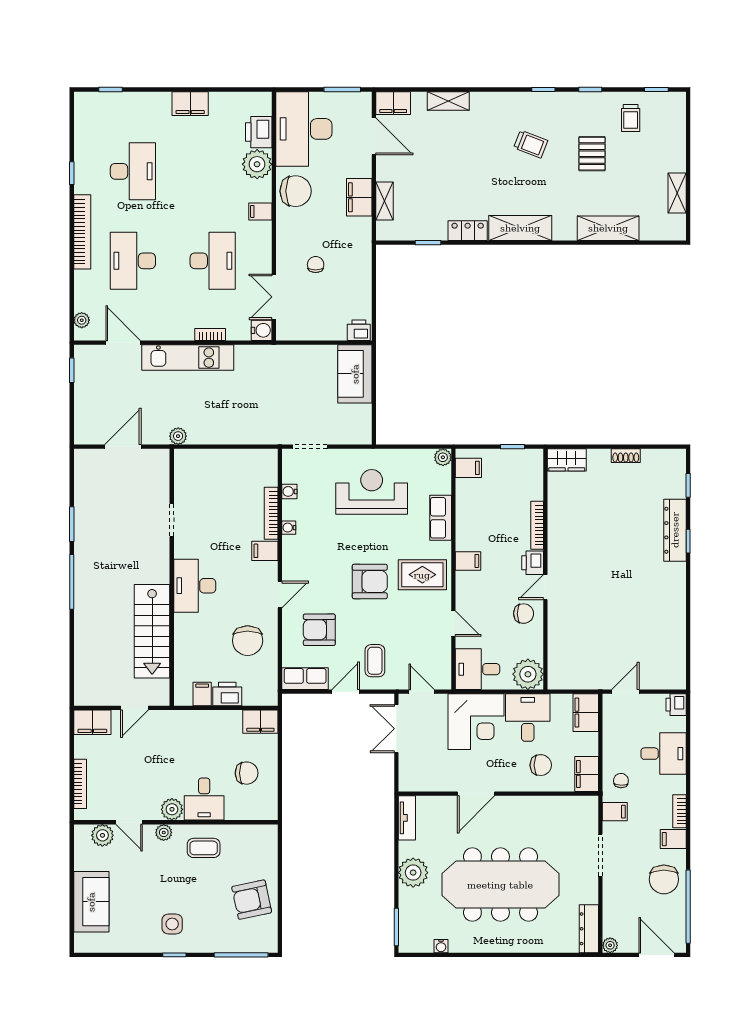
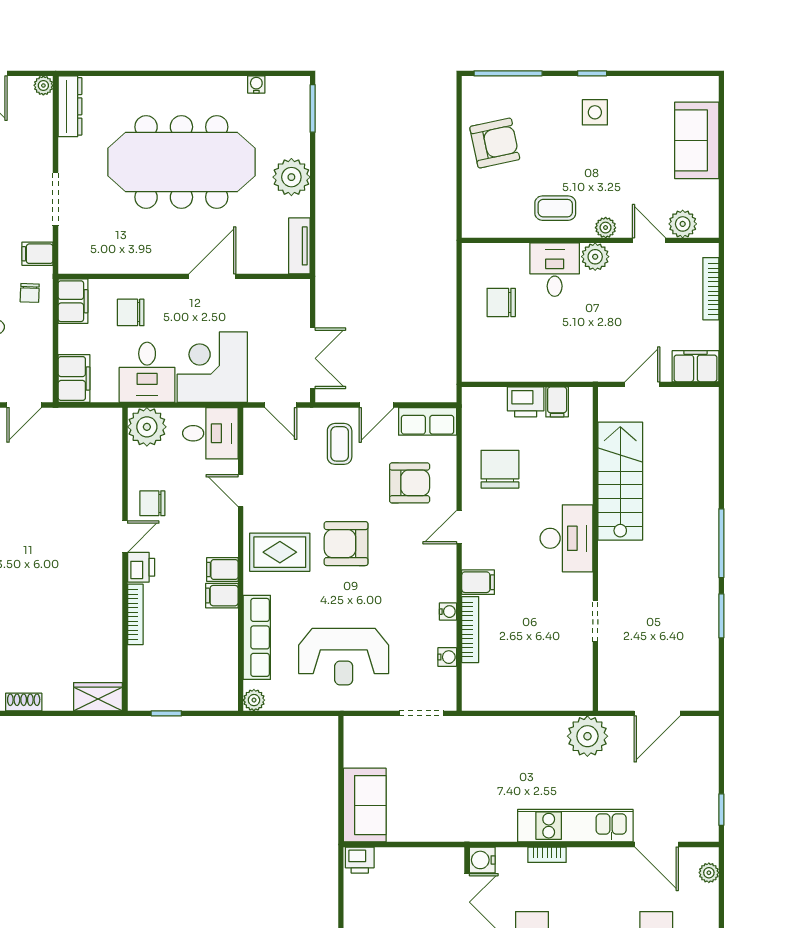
plant: (178, 436) -> (587, 736), width x1.87, depth x1.87
filing cabinet: (468, 468) -> (222, 596), moved
row of seats: (441, 518) -> (257, 637), width x1.48
filing cabinet: (260, 722) -> (484, 367), removed

